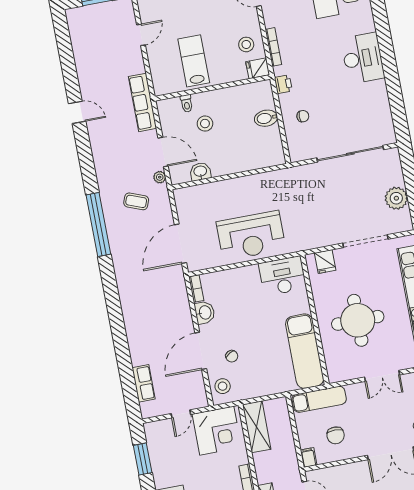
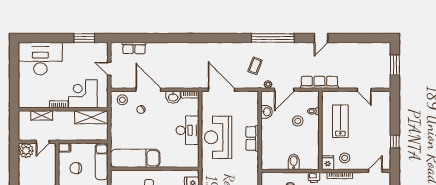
lab bench: (194, 61) -> (340, 121), turned -90
row of seats: (243, 185) -> (252, 138), added
window: (98, 225) -> (273, 38), moved
desk: (283, 276) -> (188, 130), moved
corner desk: (217, 431) -> (83, 94), moved, turned 90

